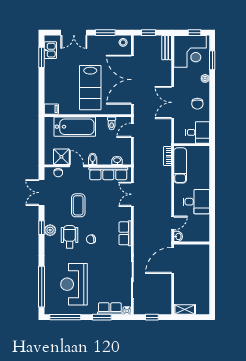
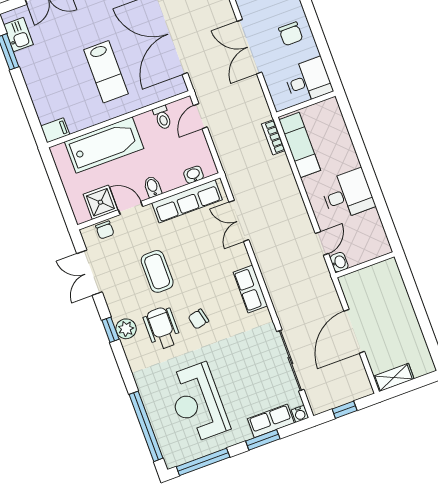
lab bench: (90, 88) -> (106, 72), width x0.73, depth x0.72
door: (173, 260) -> (354, 331), moved

